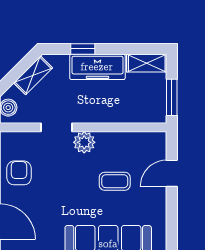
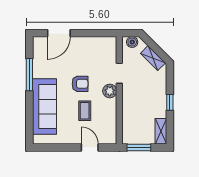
window: (83, 49) -> (170, 102), moved
freezer: (97, 67) -> (158, 100), removed
armchair: (19, 173) -> (80, 84), moved

